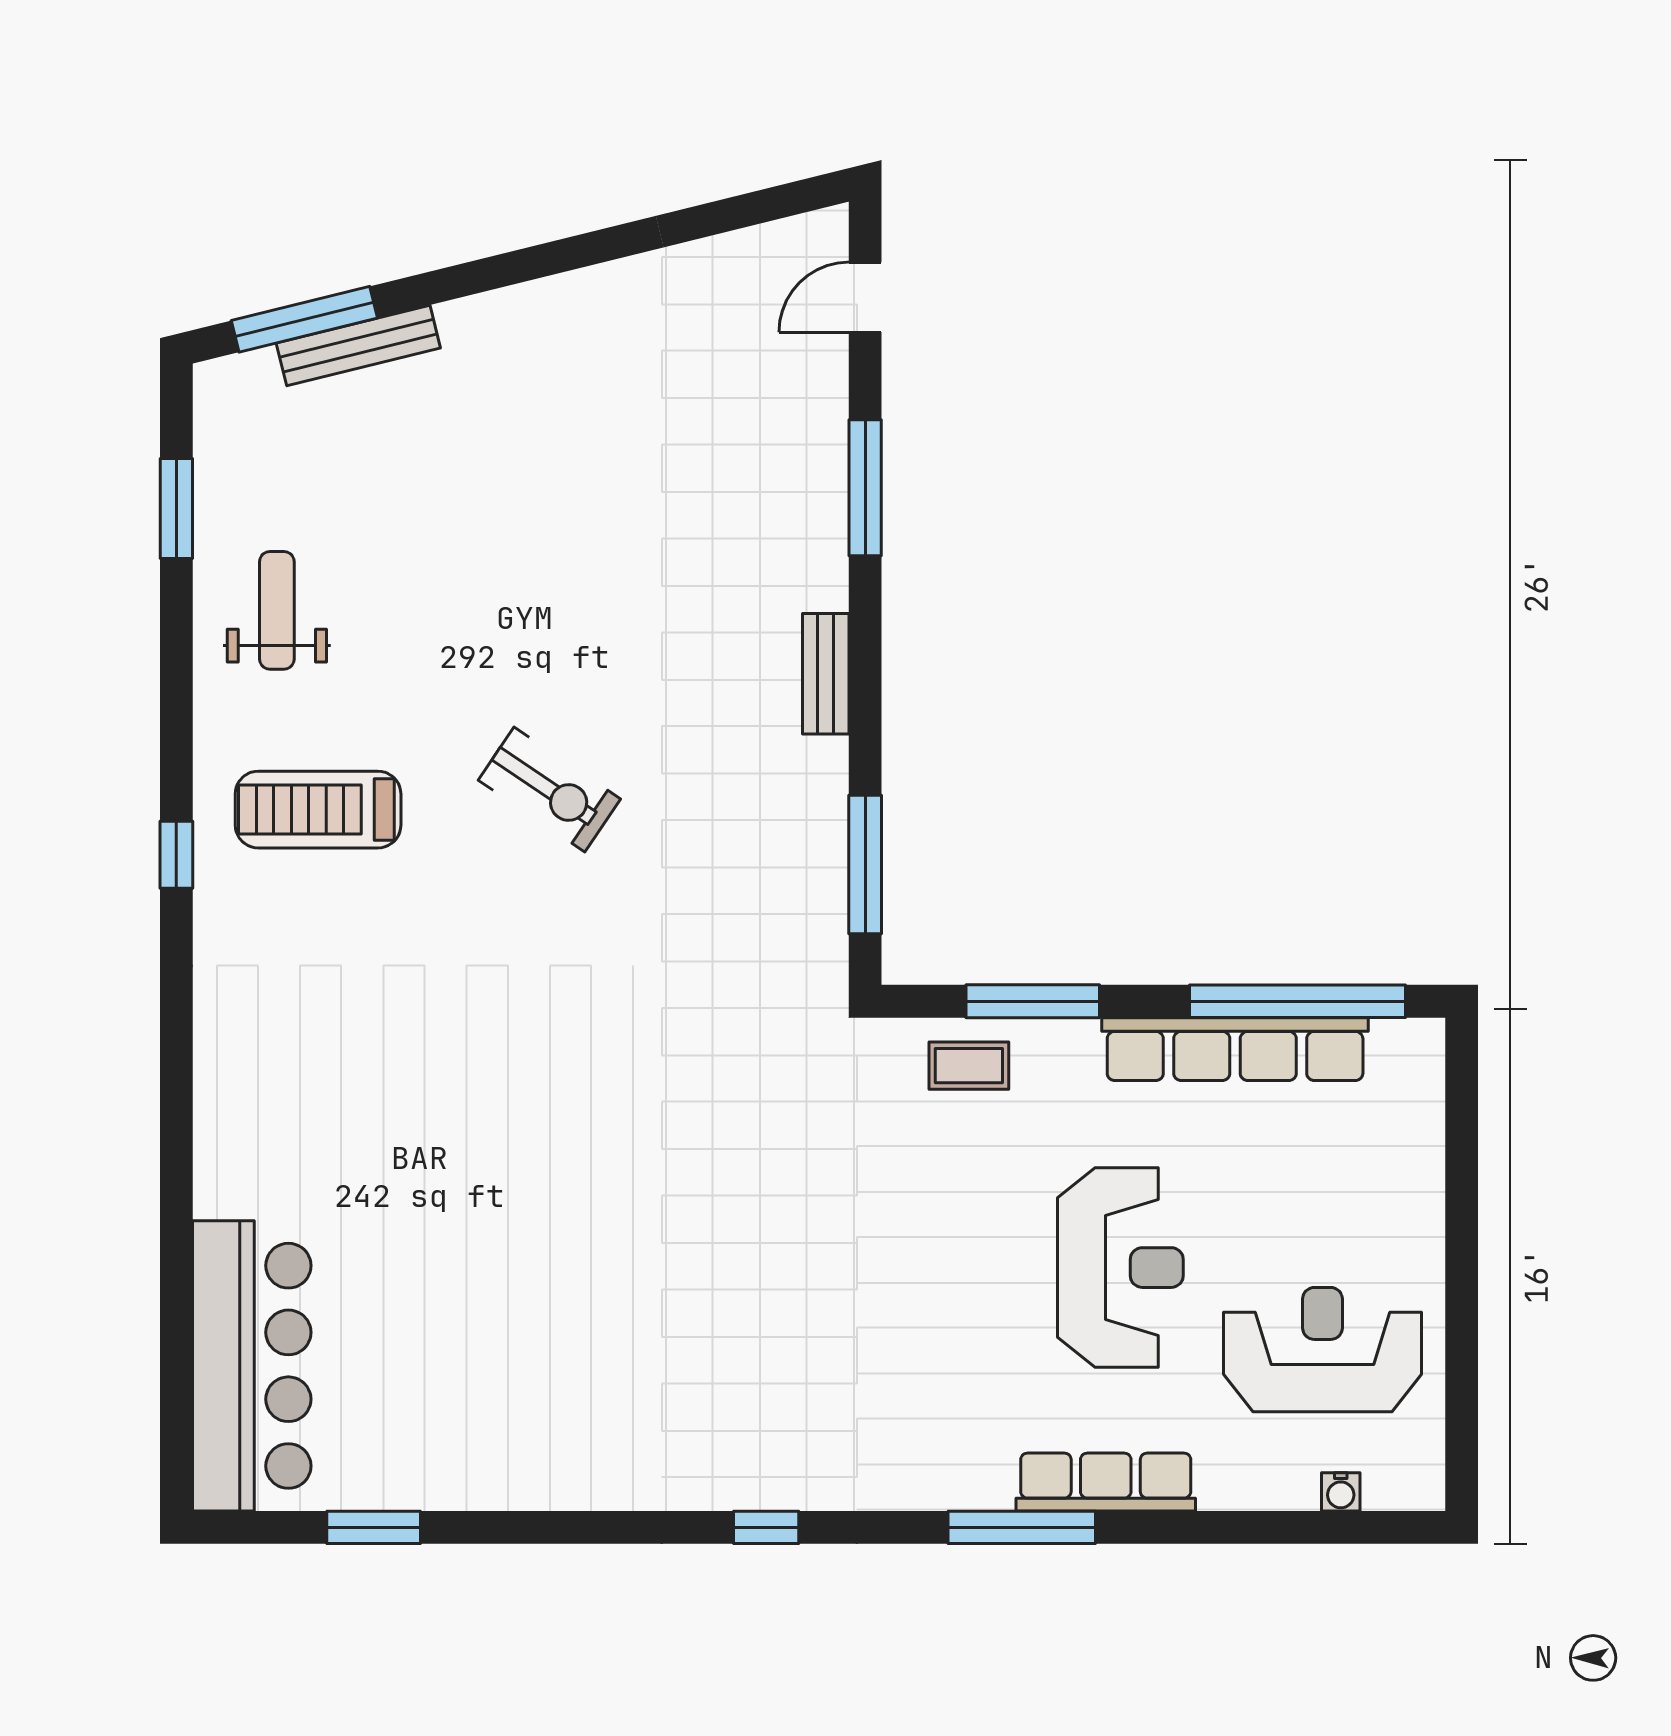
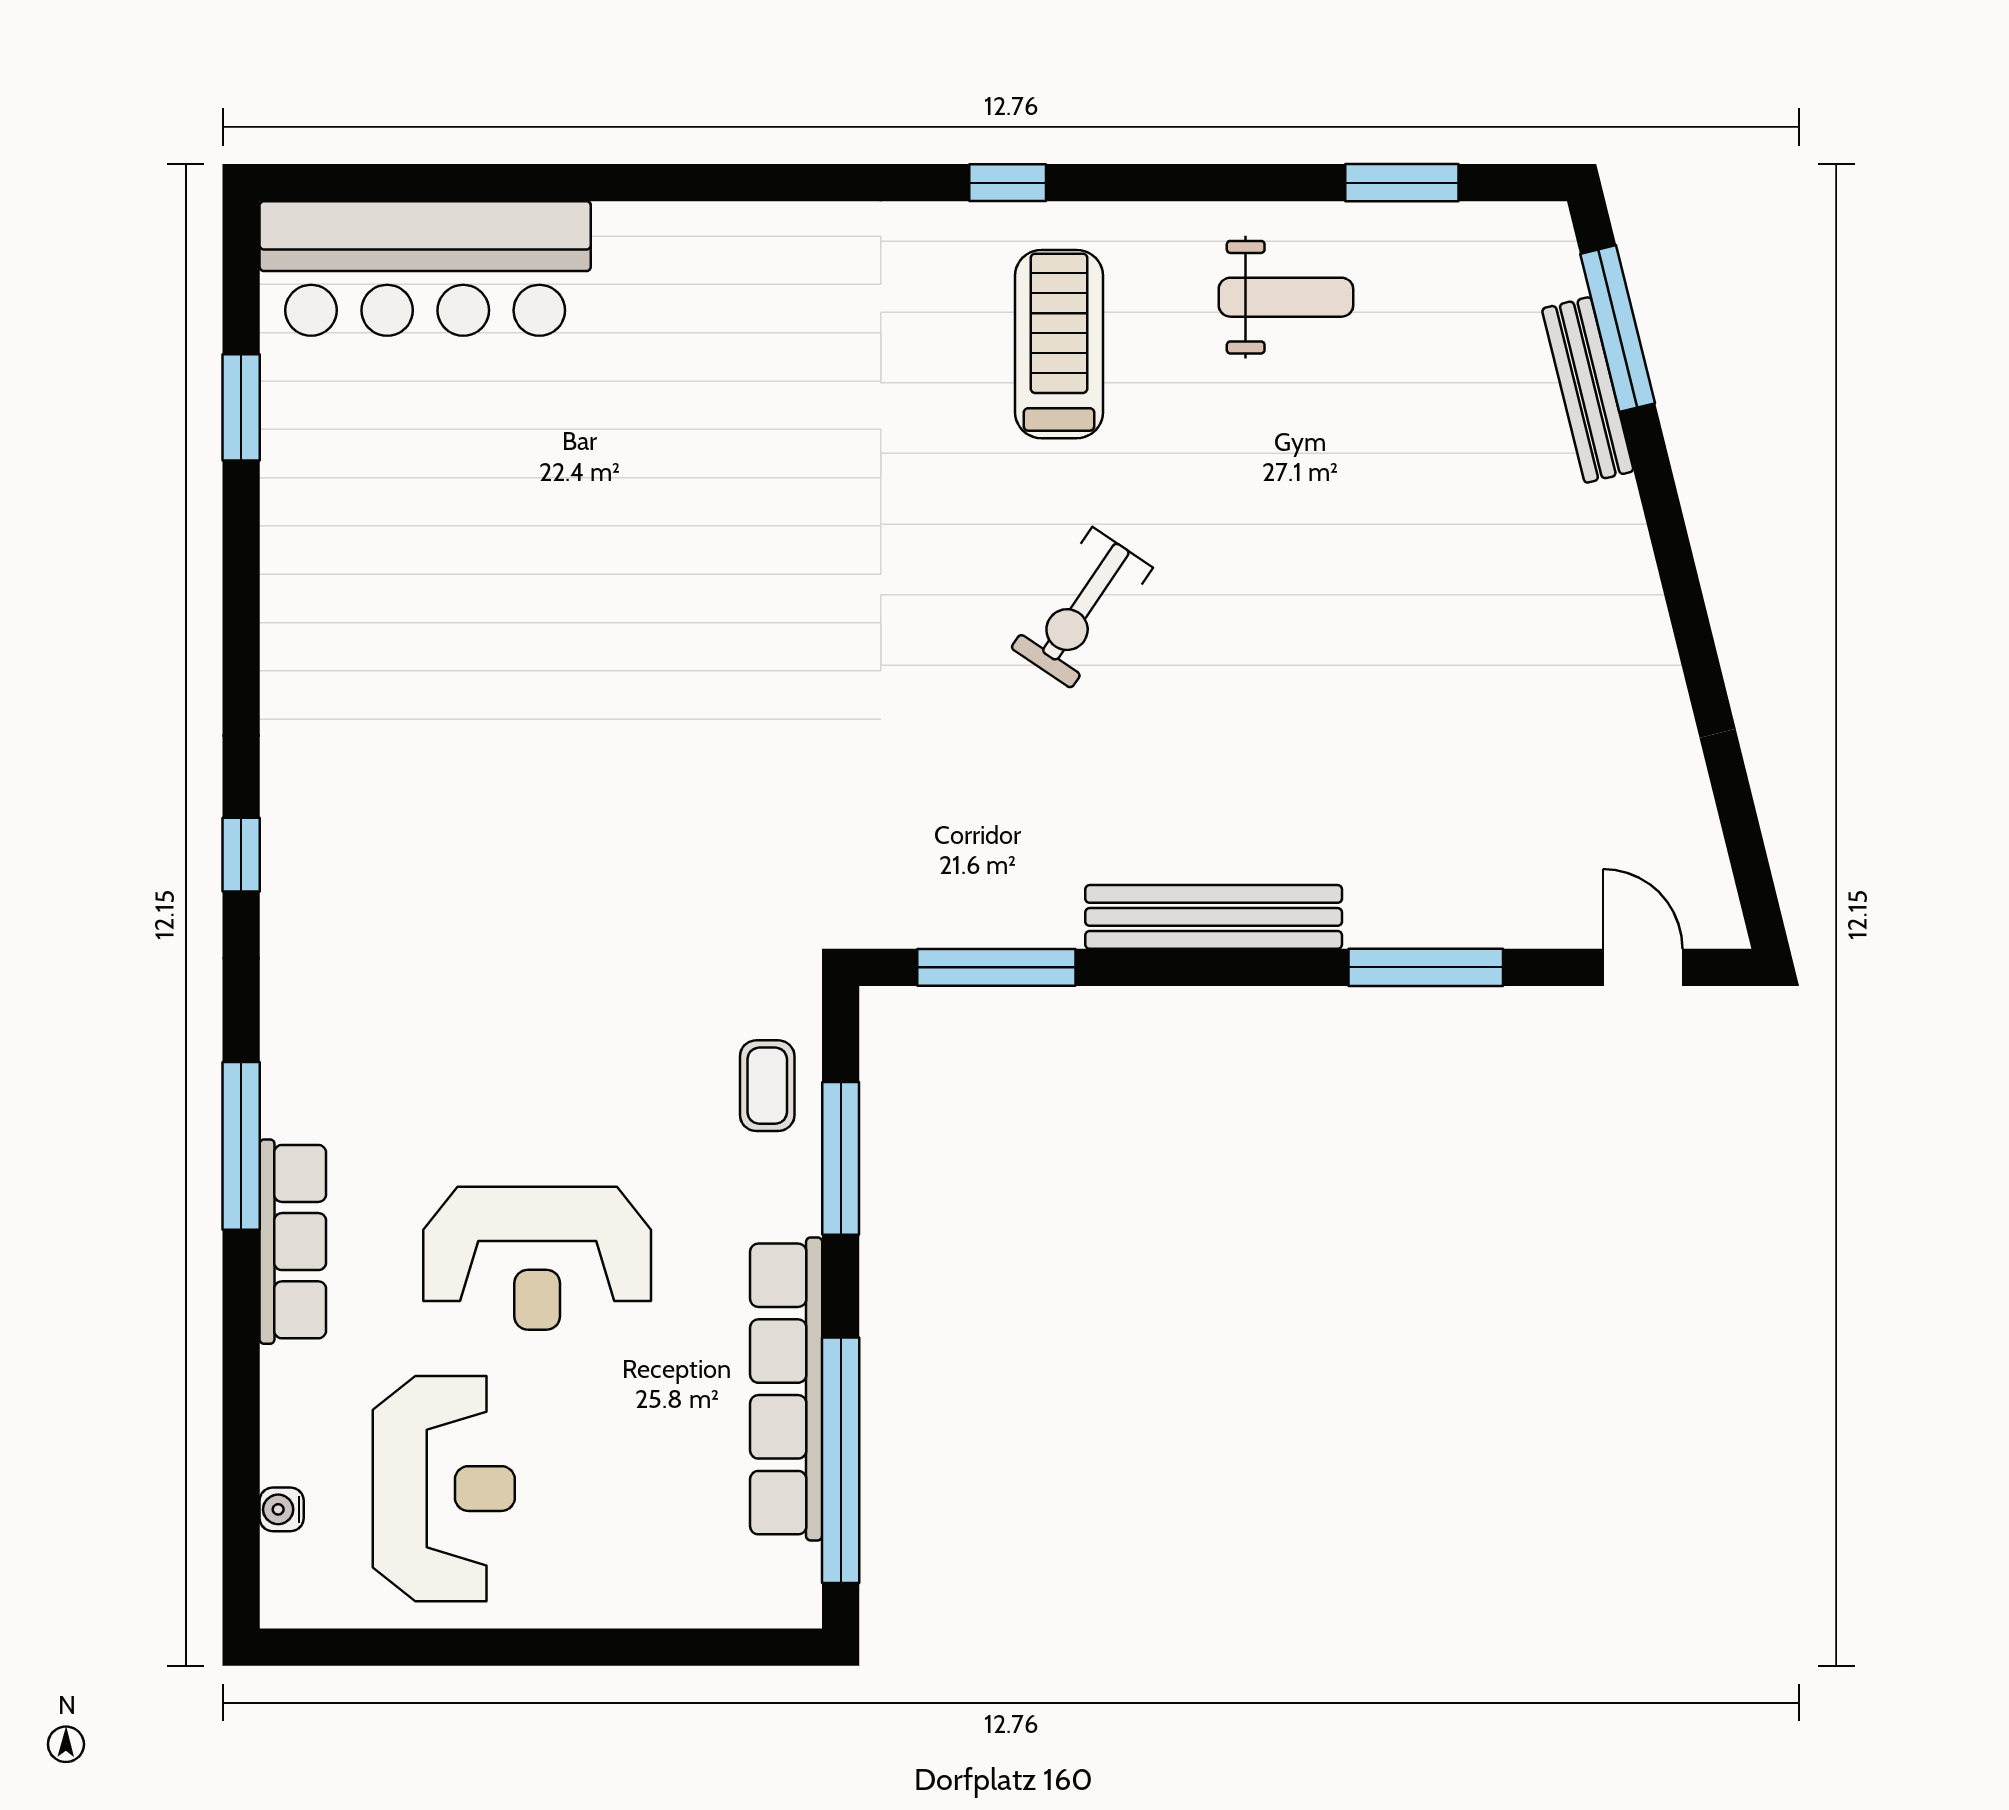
bench: (826, 674) -> (1214, 917), width x1.86, depth x1.21

